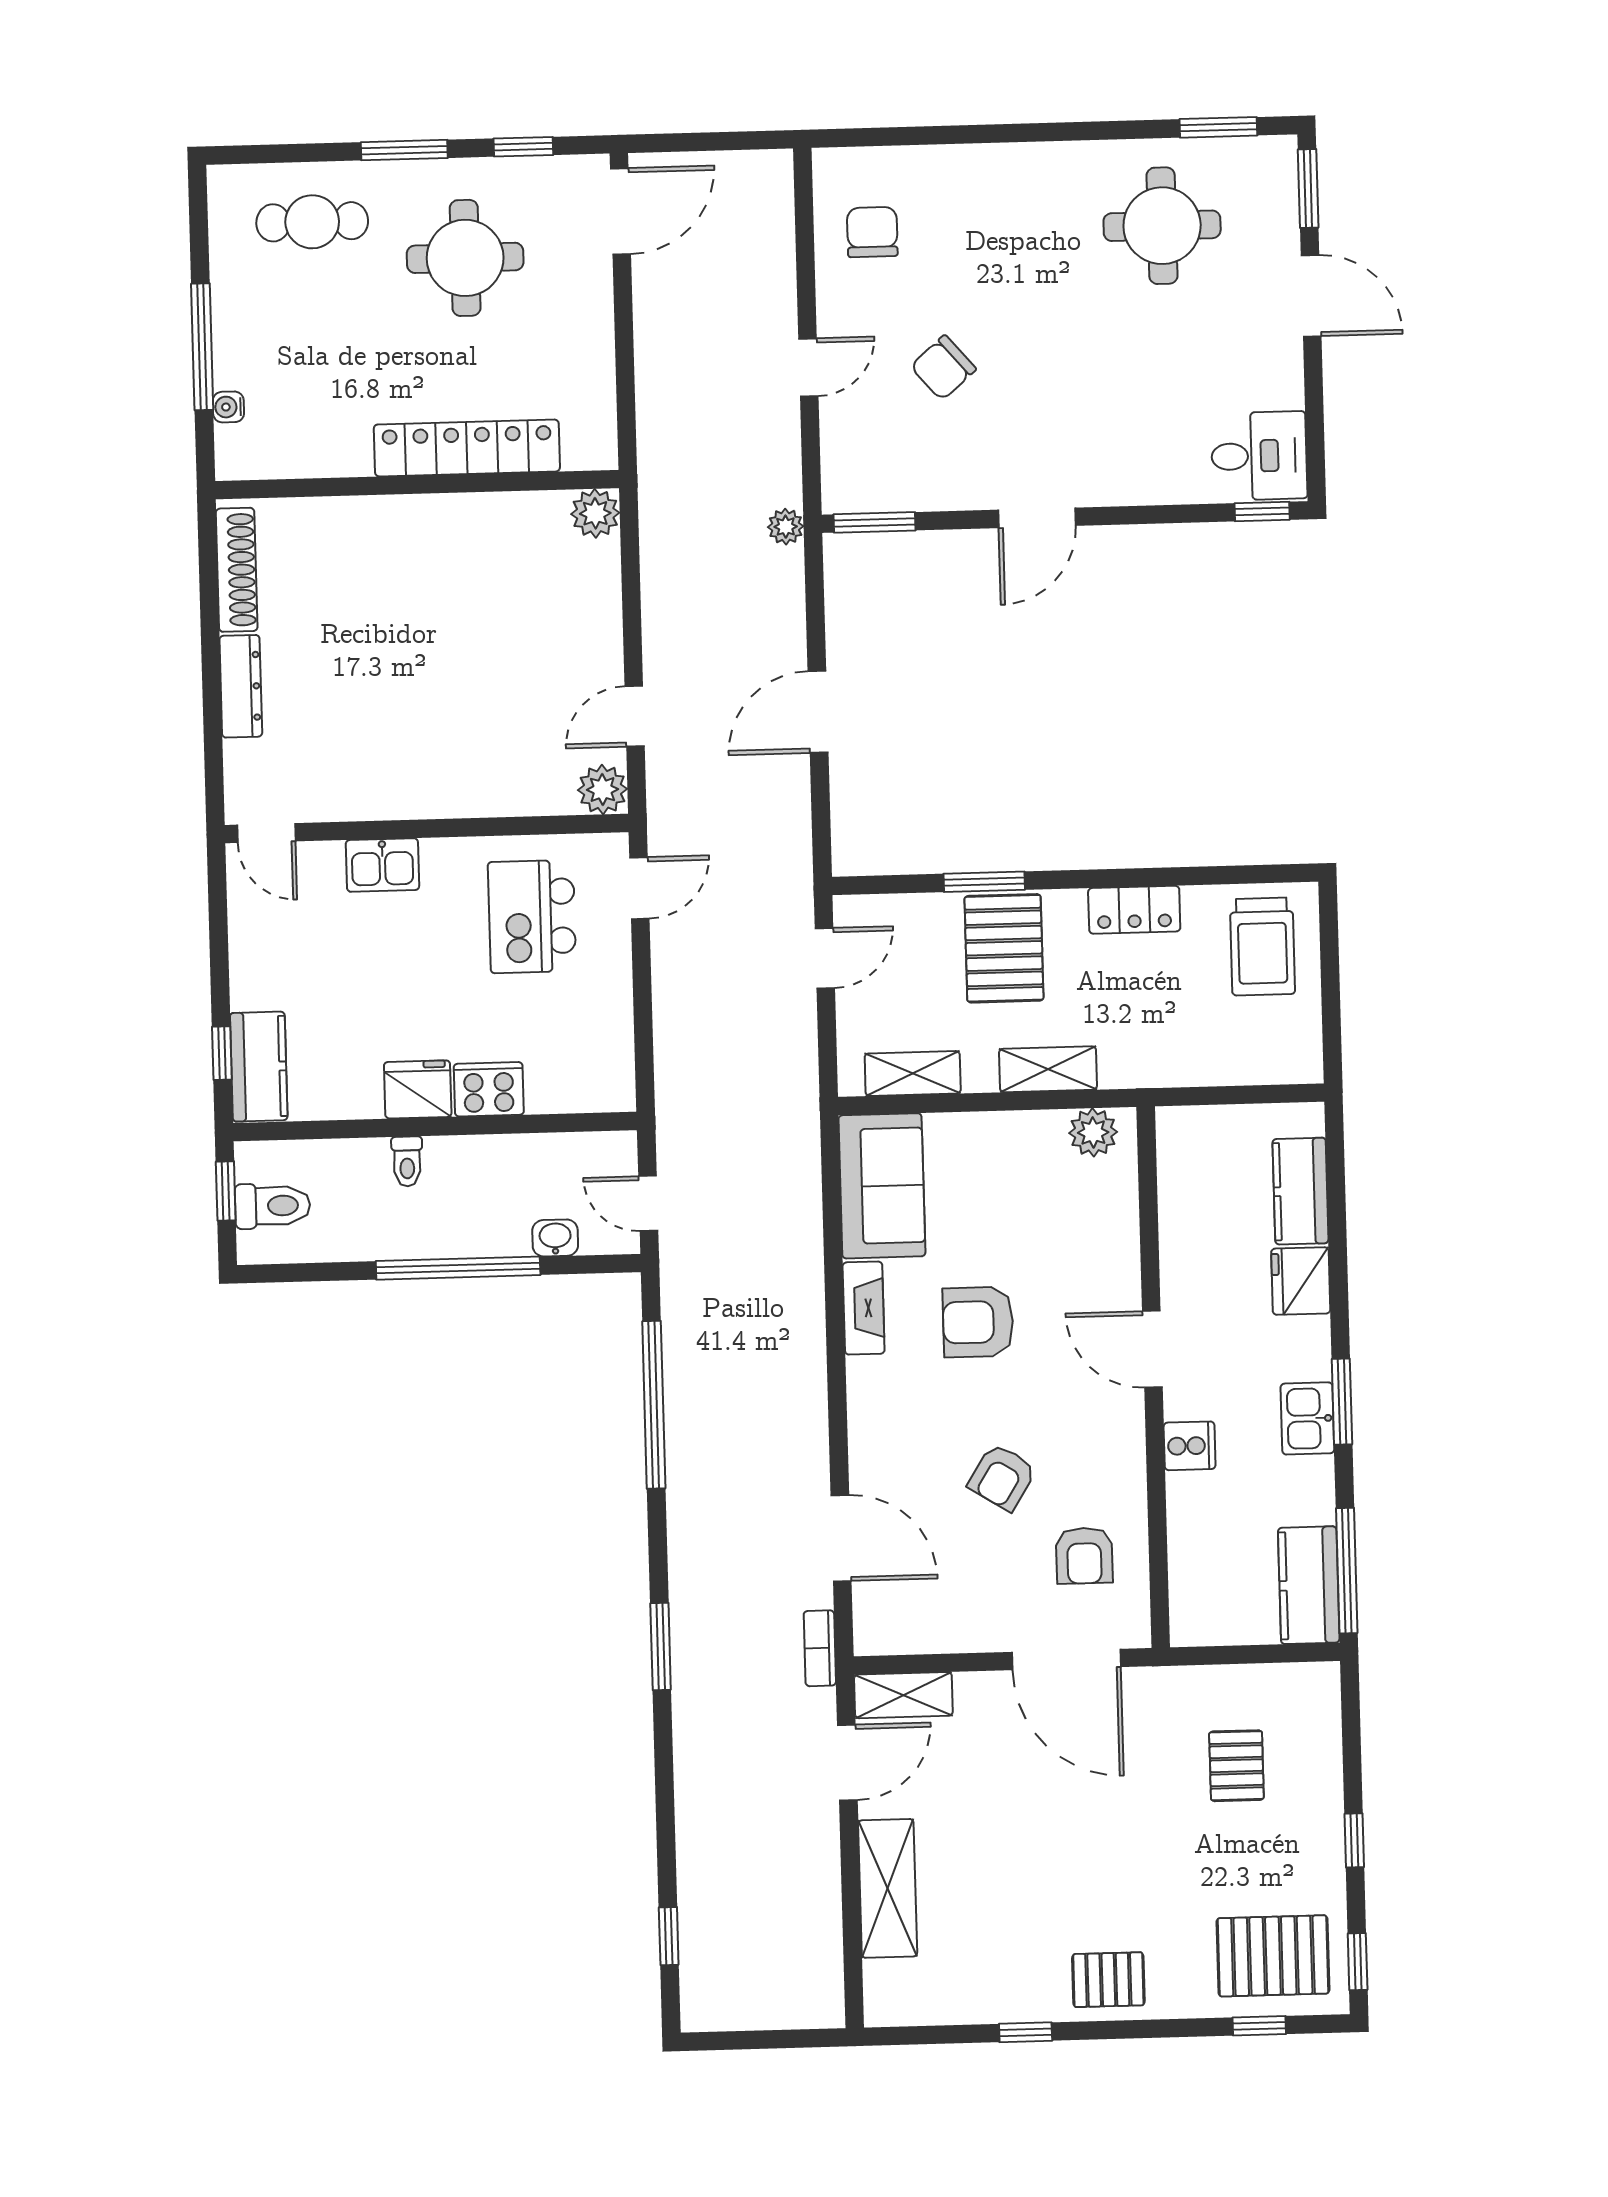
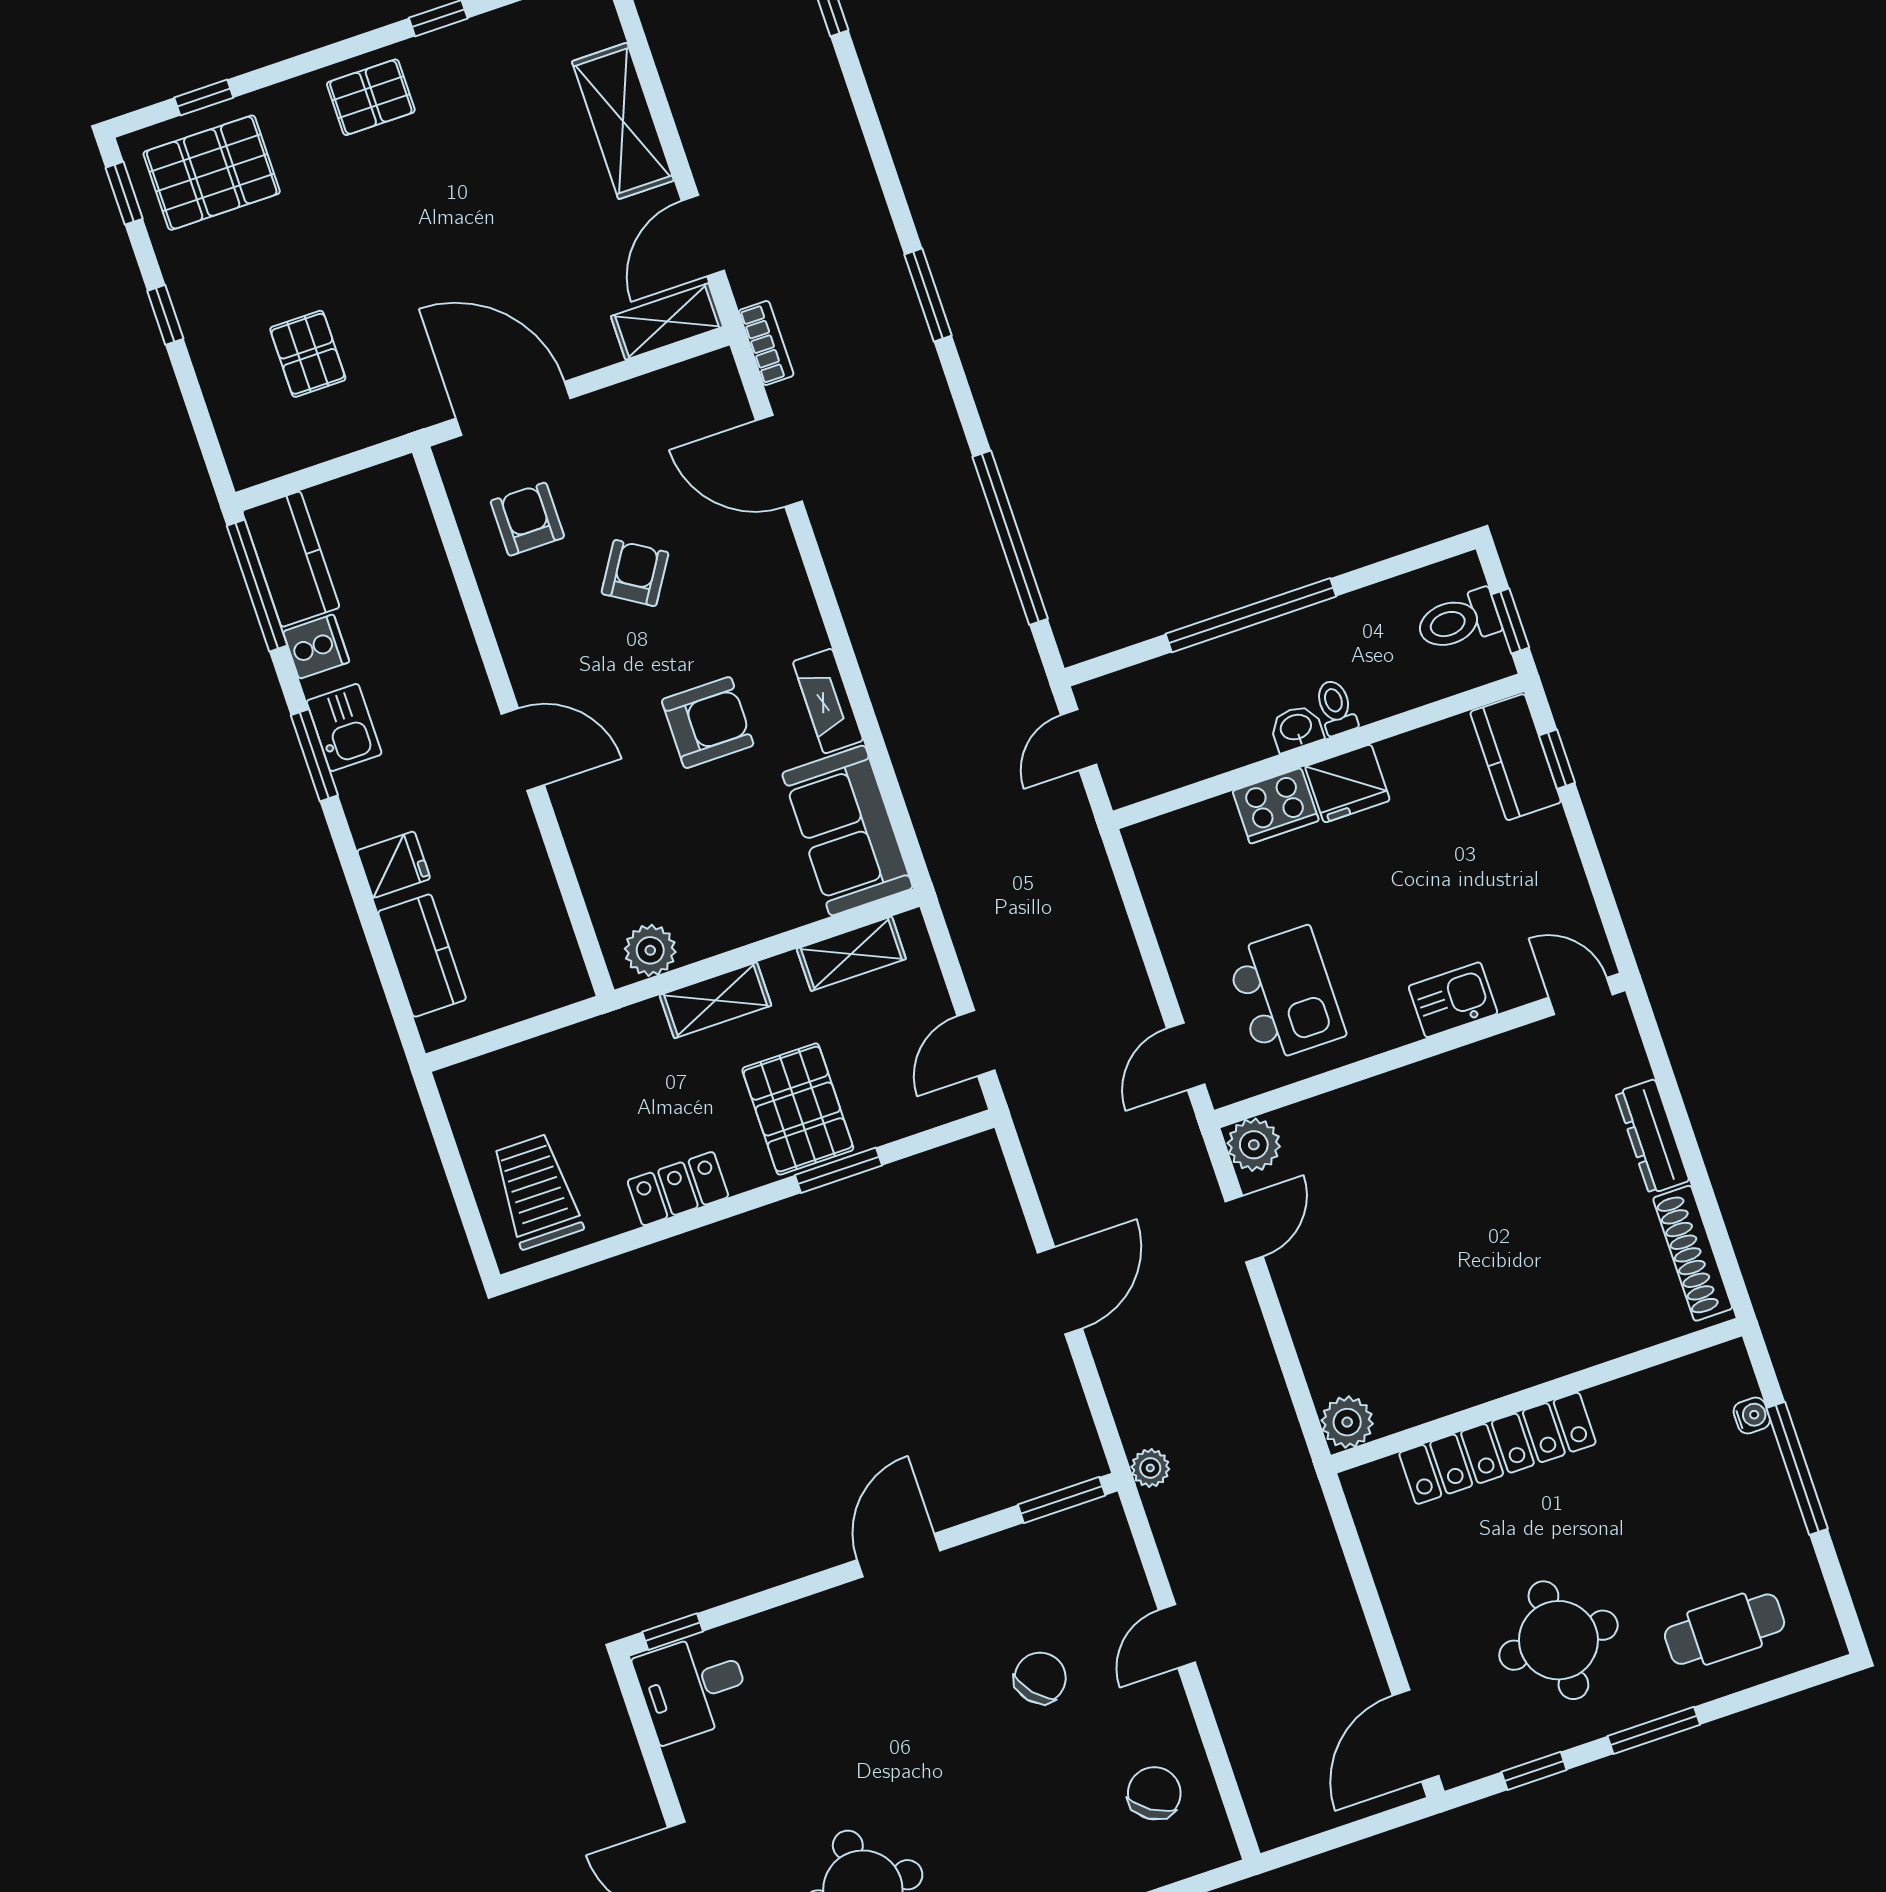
chair: (872, 232) -> (1154, 1793), turned -147
door: (648, 1203) -> (1079, 740), swing flipped
washbasin: (555, 1238) -> (1296, 728), moved, turned 180
fridge: (1301, 1281) -> (394, 865), width x0.72
cooker: (1190, 1446) -> (316, 647), moved, turned 180

